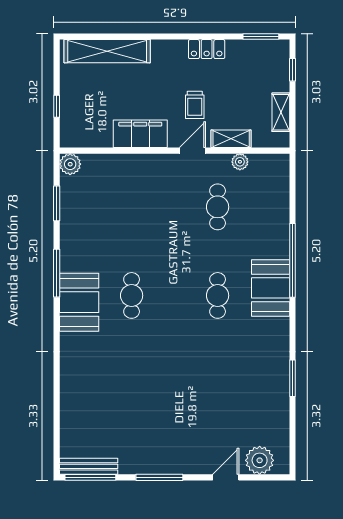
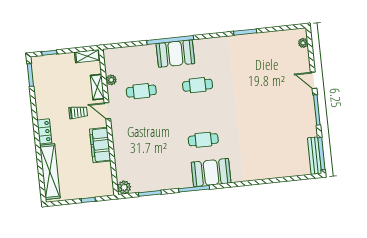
locker: (207, 49) -> (44, 131), moved
shelving: (281, 112) -> (87, 56), moved
booth: (271, 288) -> (175, 53), moved
plant: (260, 460) -> (303, 43), width x0.53, depth x0.53
door: (226, 477) -> (314, 80), moved

